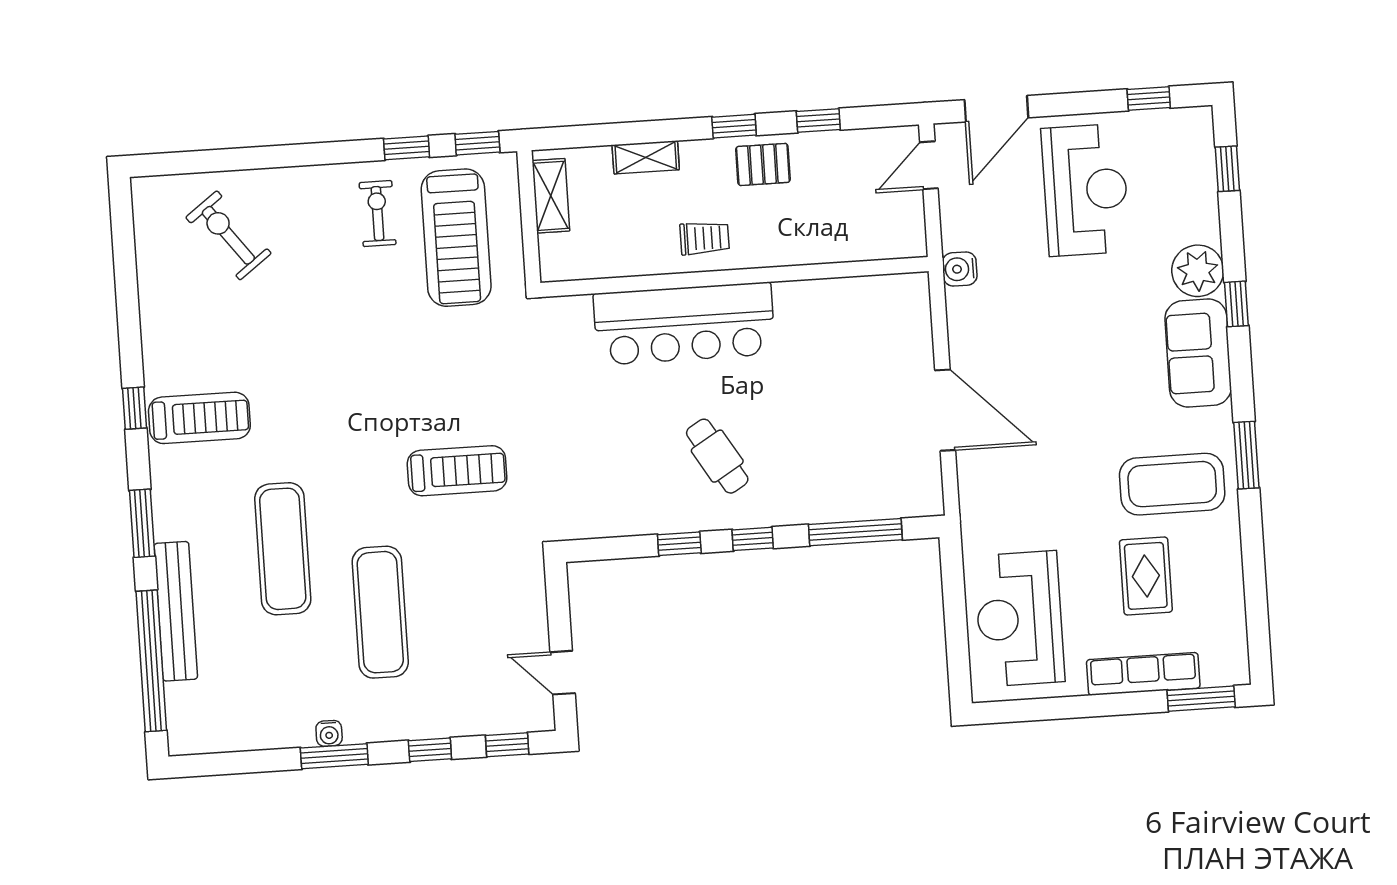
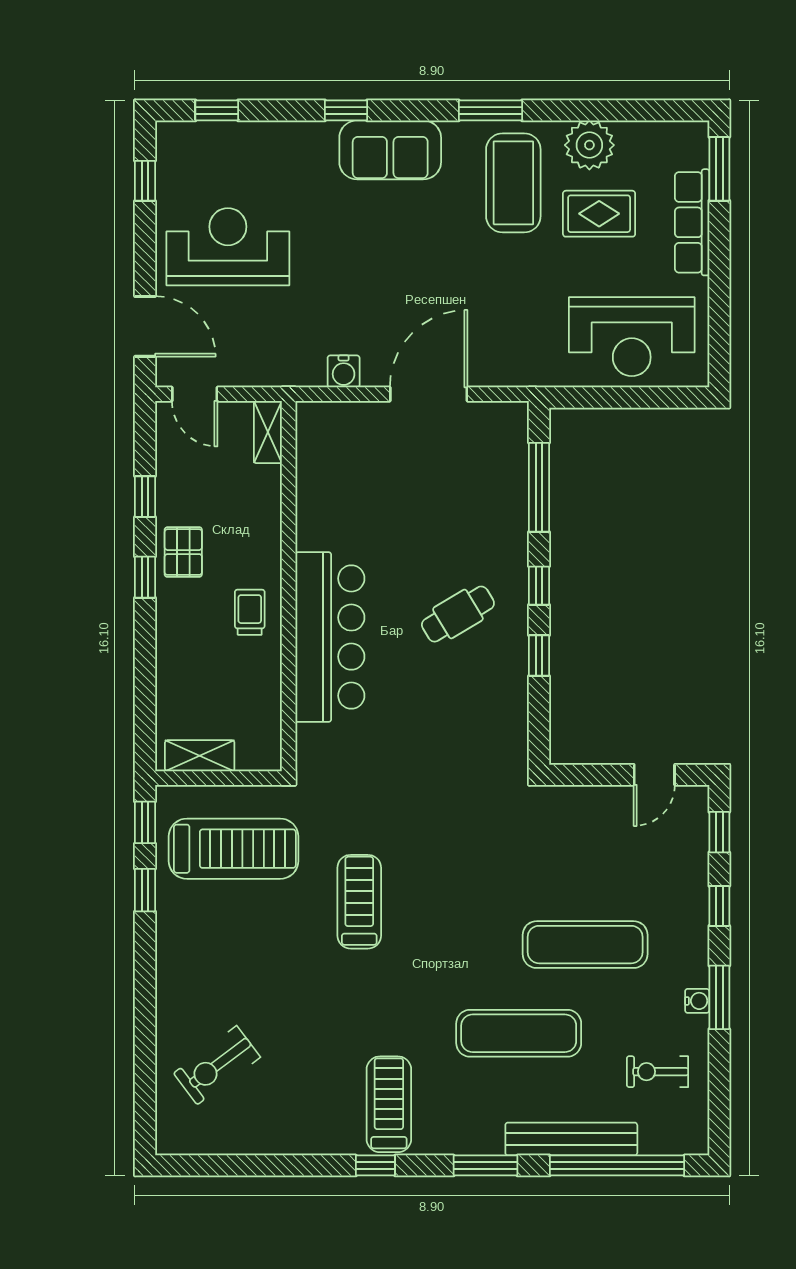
shelving: (646, 157) -> (268, 432), moved
exercise bike: (378, 214) -> (658, 1072), moved
water cooler: (960, 269) -> (344, 371), moved
plant: (1198, 271) -> (589, 145), moved
treadmill: (457, 471) -> (359, 902), moved

